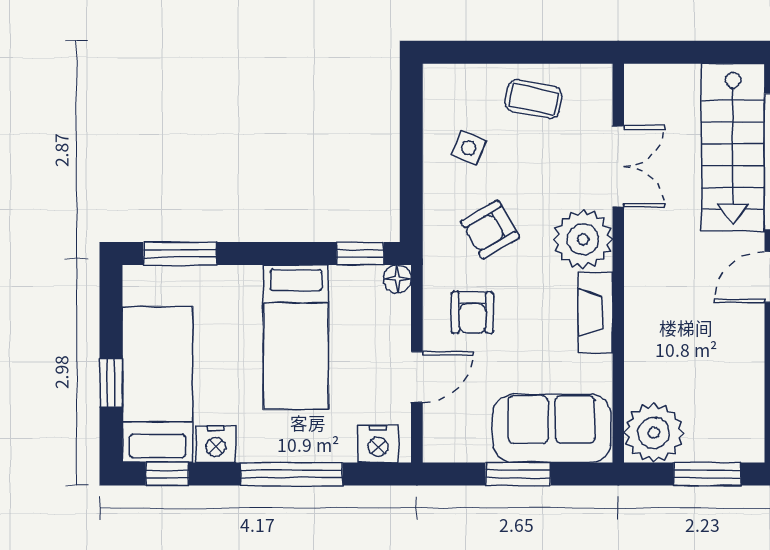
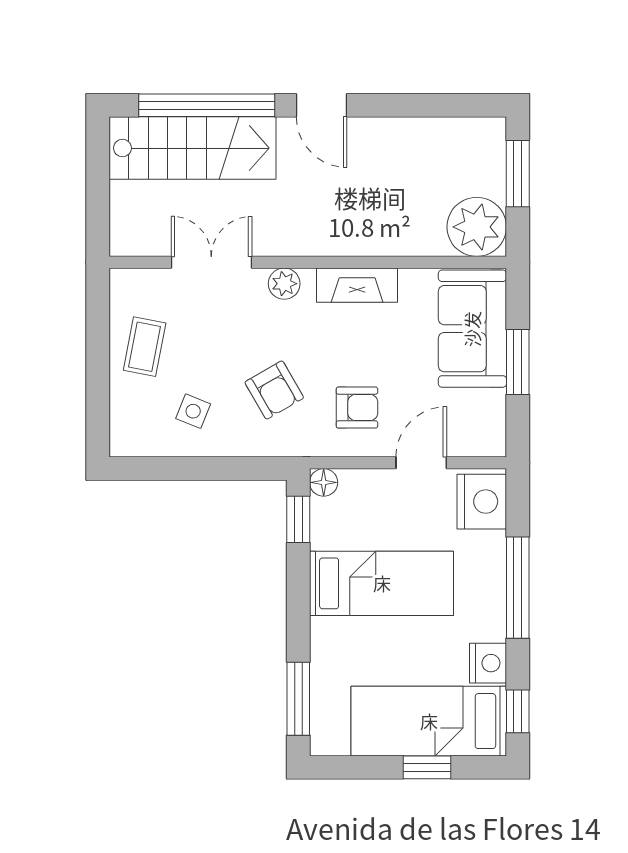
plant: (583, 239) -> (284, 284), width x0.53, depth x0.53
door: (417, 377) -> (421, 463), hinge flipped
nightstand: (378, 444) -> (482, 502), width x1.36, depth x1.33

